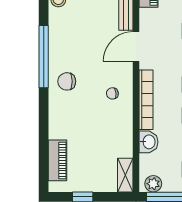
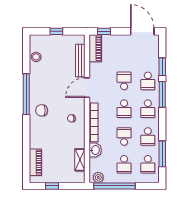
shelving: (125, 175) -> (80, 160), moved

